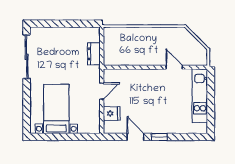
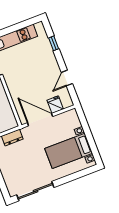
door: (102, 91) -> (40, 120), width x1.87
window: (159, 137) -> (54, 43), moved

